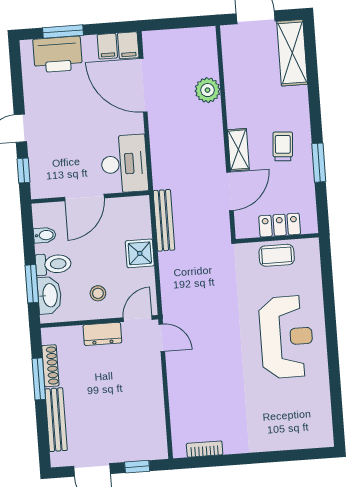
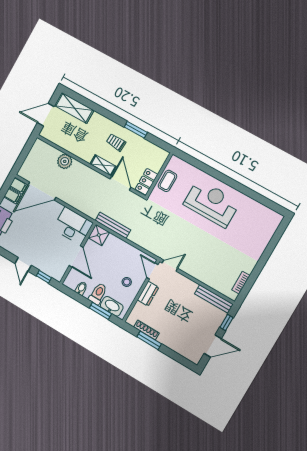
locker: (280, 225) -> (146, 182), moved
shower: (140, 253) -> (99, 235), moved
bench: (56, 420) -> (214, 299), moved

